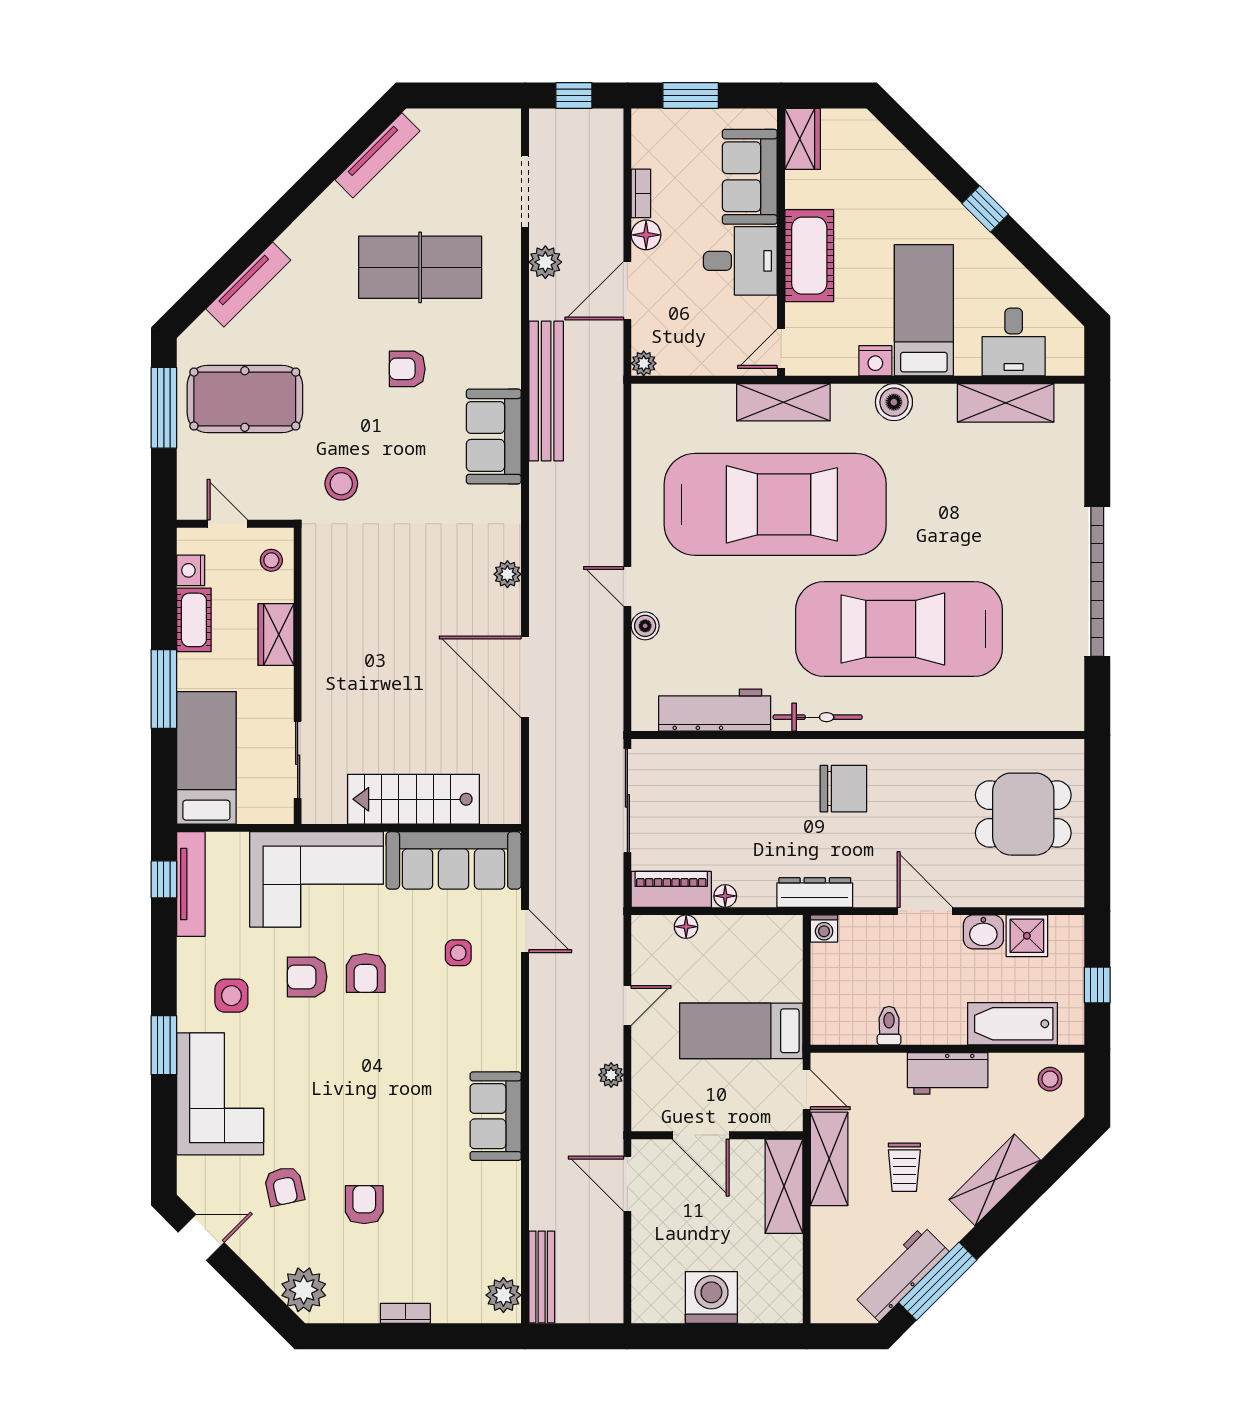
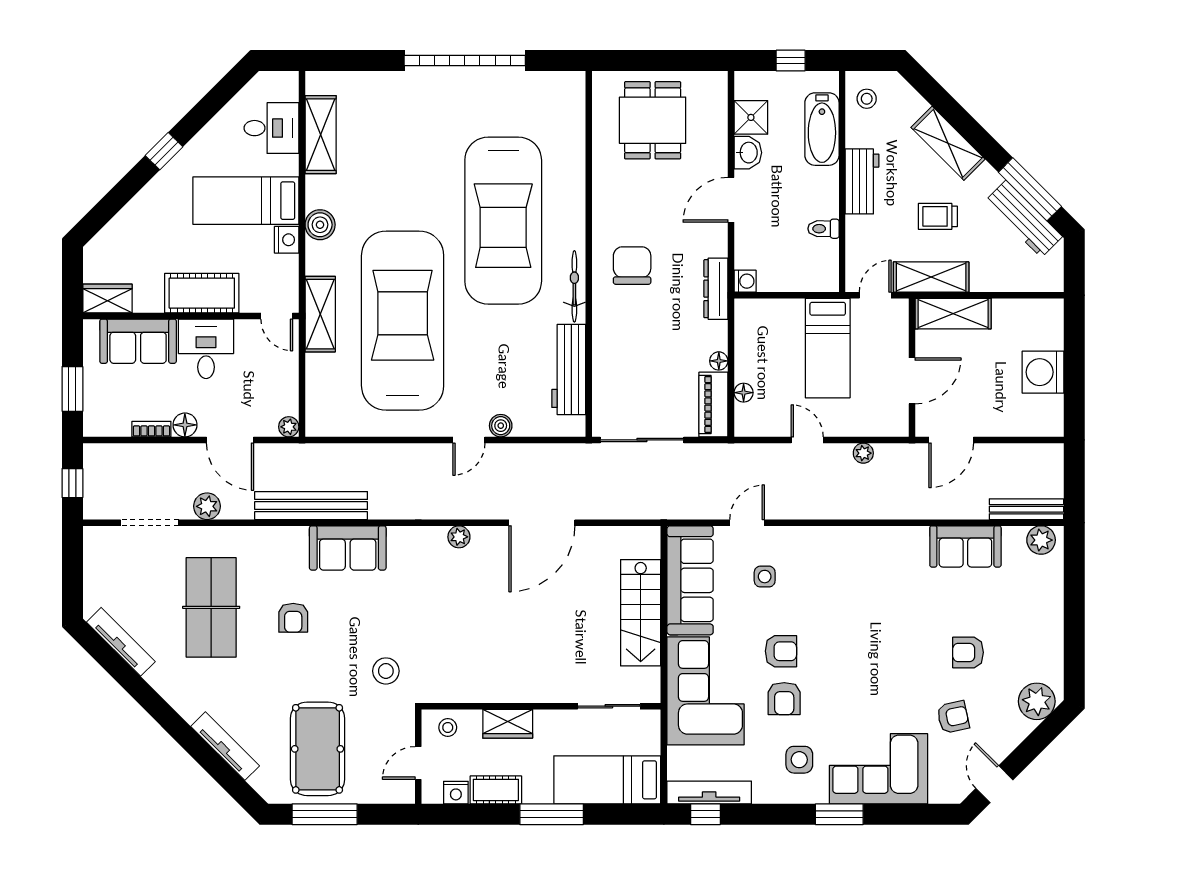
sofa: (496, 1116) -> (965, 546), moved
trolley: (904, 1167) -> (938, 216), turned 180
bookcase: (405, 1313) -> (1056, 619), removed

